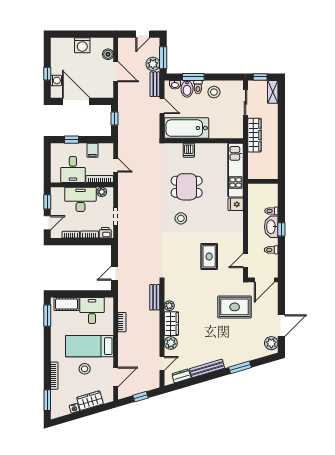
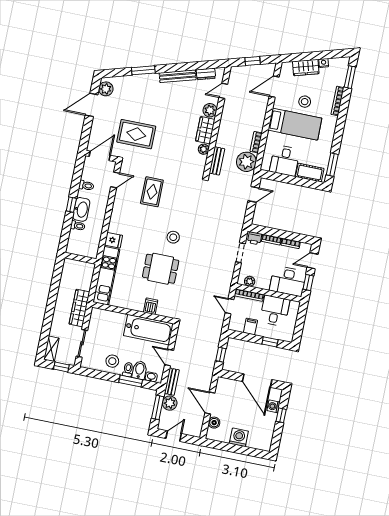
desk: (80, 199) -> (288, 281), moved
plant: (127, 302) -> (246, 162), added

